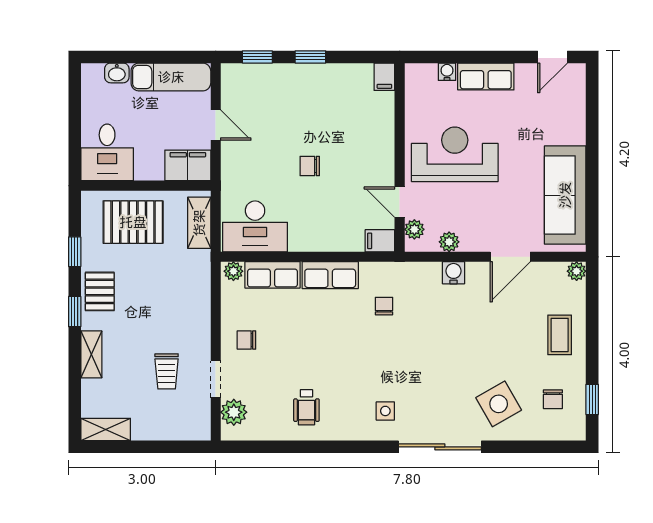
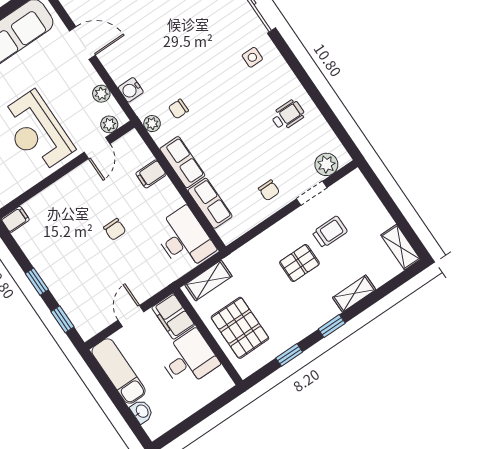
desk: (107, 152) -> (189, 359), moved
filing cabinet: (380, 241) -> (151, 174), moved, turned 90
plant: (233, 271) -> (152, 124), moved
water cooler: (453, 273) -> (131, 90), moved
pallet: (100, 291) -> (299, 263), moved

